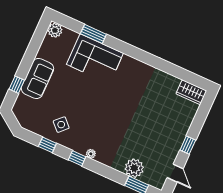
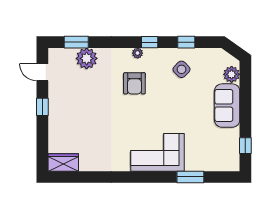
plant: (55, 30) -> (232, 74), moved
corner sofa: (95, 59) -> (157, 152), moved
window: (17, 85) -> (245, 146), moved
armchair: (104, 130) -> (134, 83), added

